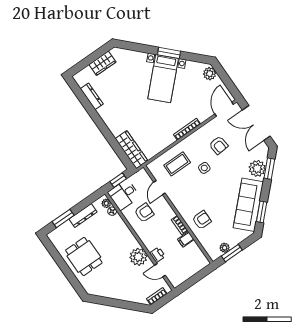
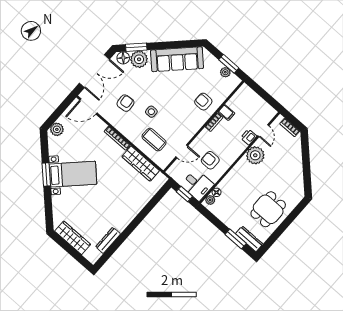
wardrobe: (102, 63) -> (73, 238), width x1.50
wardrobe: (131, 150) -> (141, 164), moved, turned -90
floor lamp: (262, 154) -> (123, 58), added
window: (262, 212) -> (181, 44), removed
dresser: (83, 215) -> (249, 239), moved

